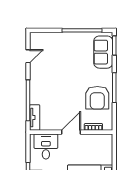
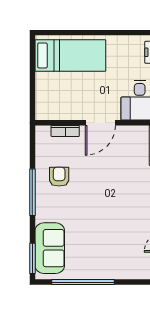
armchair: (97, 98) -> (59, 177), width x0.53, depth x0.53

